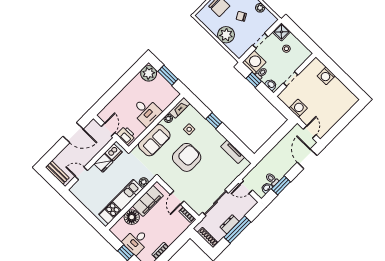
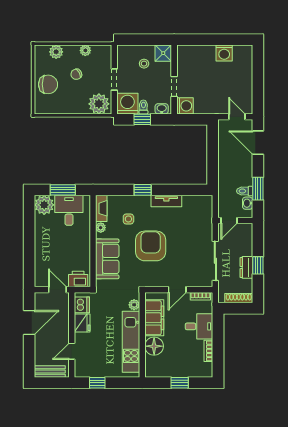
shower: (281, 32) -> (163, 53), moved
plant: (226, 35) -> (99, 104), moved
washing machine: (326, 76) -> (224, 53), moved
washing machine: (298, 108) -> (185, 106), moved, turned 90
desk: (146, 111) -> (69, 210), moved, turned -90
tv unit: (233, 152) -> (166, 201), moved
door: (177, 198) -> (177, 290), hinge flipped
window: (78, 206) -> (97, 383), added
window: (237, 230) -> (258, 265), width x0.46
desk: (136, 241) -> (199, 326), moved, turned -90

